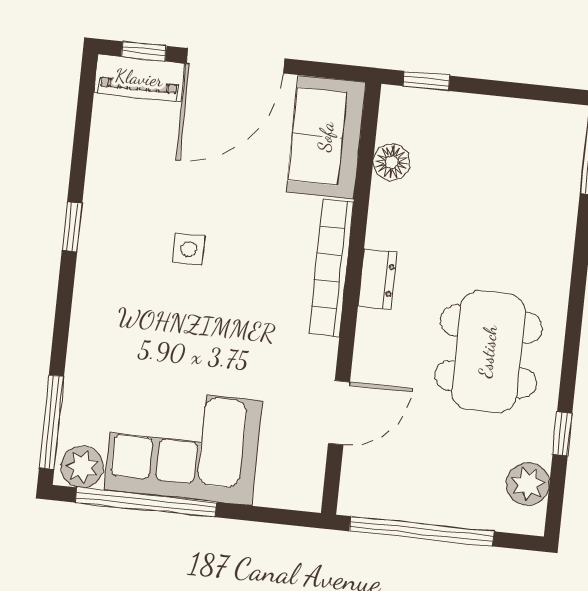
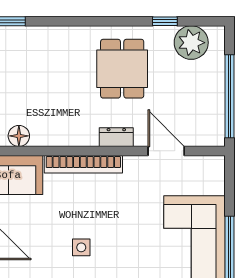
dresser: (377, 279) -> (116, 137), moved
dining table: (488, 352) -> (122, 69), width x0.73
plant: (528, 484) -> (191, 43), width x1.36, depth x1.36

